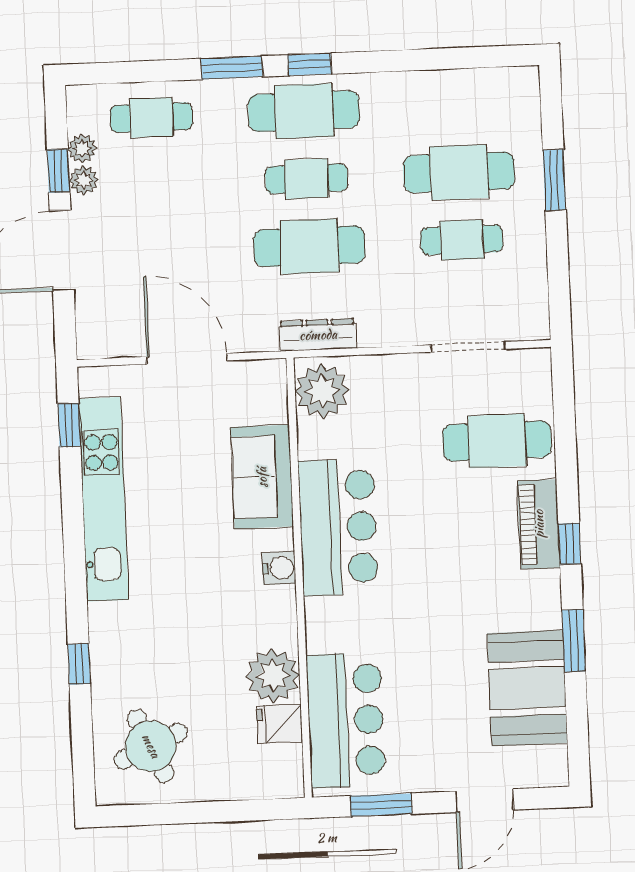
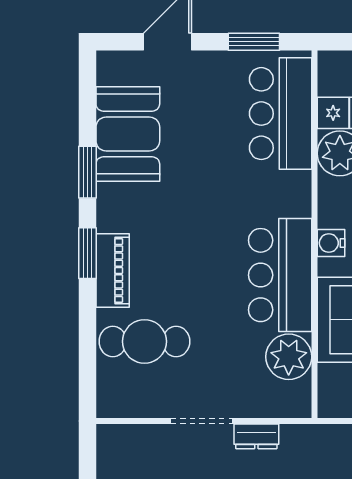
dresser: (318, 335) -> (256, 436), moved, width x0.70
doorway: (468, 347) -> (202, 421), moved
plant: (322, 391) -> (289, 357), moved
window: (570, 544) -> (87, 253), width x1.50

